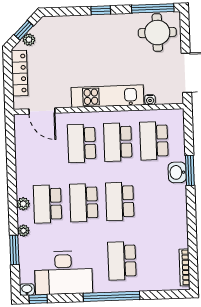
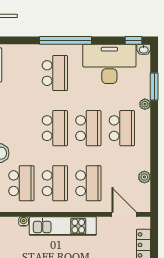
plant: (23, 204) -> (144, 177), moved

